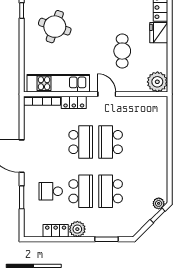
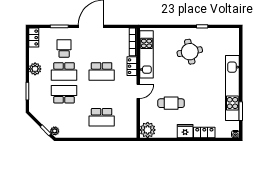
round table: (55, 27) -> (190, 52), turned -30
school desk: (111, 142) -> (102, 117), moved, turned 180
locker: (56, 231) -> (34, 38), moved

